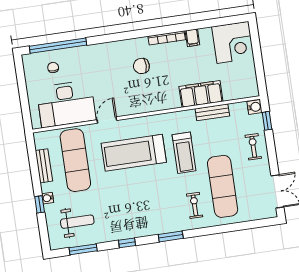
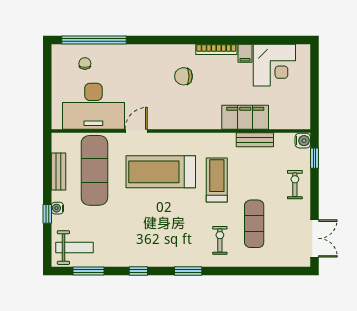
corner desk: (233, 42) -> (274, 65), moved
treadmill: (184, 153) -> (217, 180), turned 180
exercise mat: (223, 186) -> (254, 224), width x0.73, depth x0.69
weight bench: (77, 222) -> (75, 248), moved

